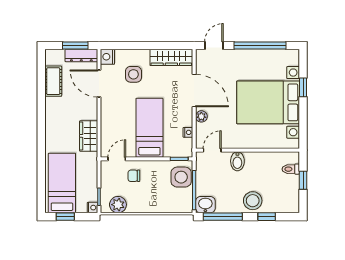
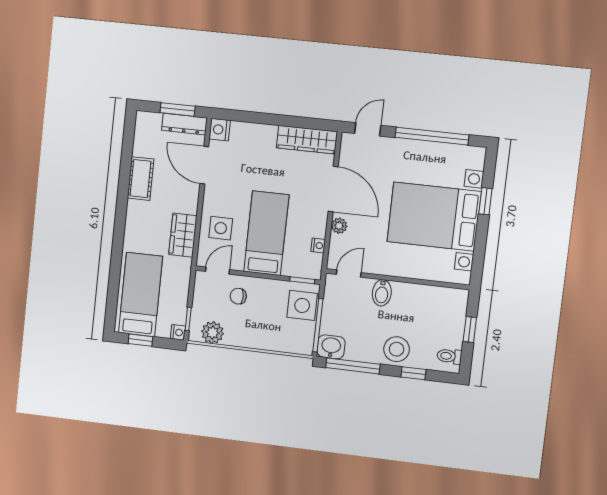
side table: (133, 74) -> (221, 228), moved
cot: (53, 81) -> (141, 179), moved
toilet: (291, 169) -> (449, 356), moved

